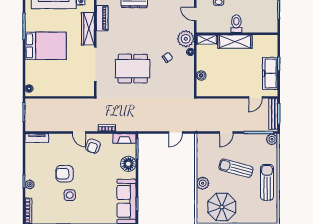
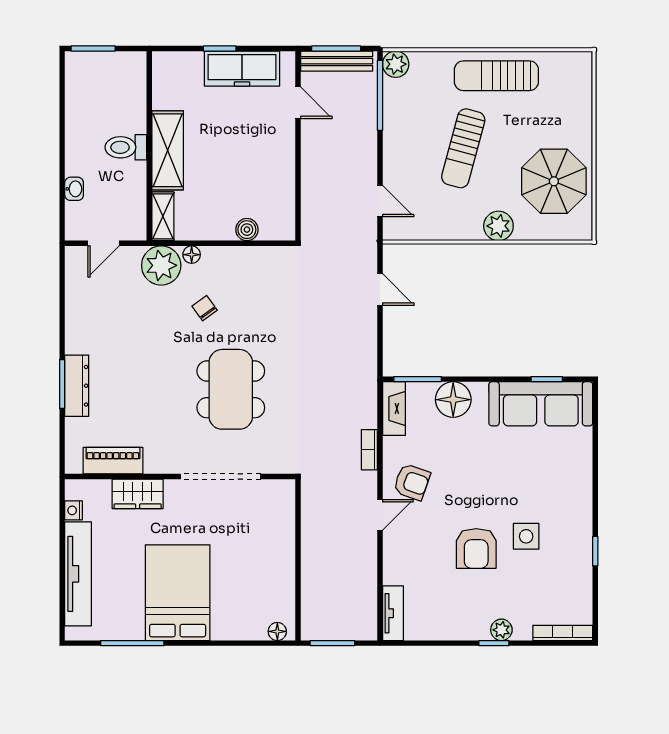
wardrobe: (88, 29) -> (138, 494), width x0.67
door: (226, 132) -> (380, 201), moved

